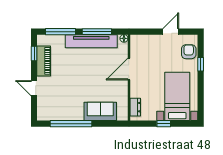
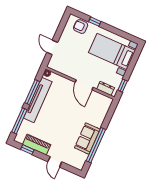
door: (171, 32) -> (52, 47), moved
door: (129, 69) -> (84, 85), moved
door: (34, 88) -> (55, 162), hinge flipped
sofa: (100, 111) -> (87, 139), moved
window: (164, 124) -> (123, 86), moved

